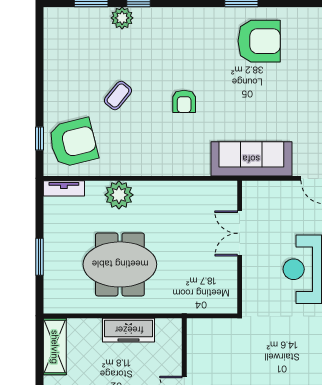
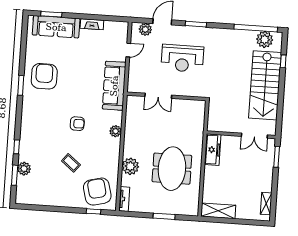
plant: (122, 18) -> (24, 169), moved
plant: (176, 166) -> (116, 131), added
freezer: (129, 330) -> (213, 150), moved

